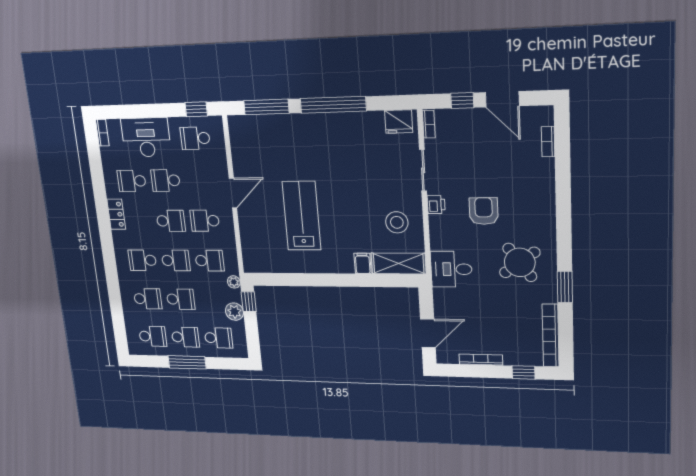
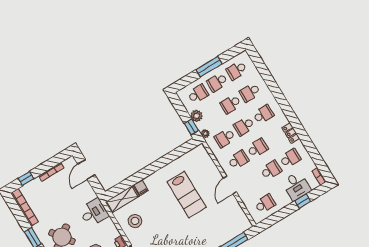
window: (196, 109) -> (303, 201), moved
desk: (146, 137) -> (296, 186), width x0.73
school desk: (171, 221) -> (257, 148), turned 180
school desk: (219, 338) -> (198, 94), turned 180

